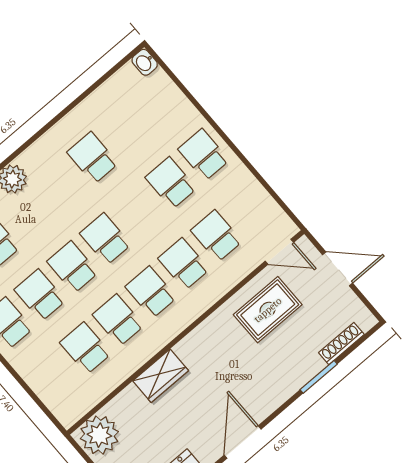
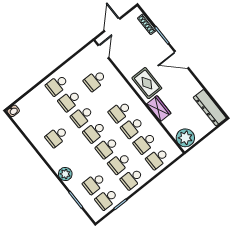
school desk: (184, 264) -> (82, 116), moved
rug: (268, 310) -> (147, 83), moved
school desk: (53, 376) -> (157, 159), added
door: (243, 442) -> (181, 60), moved

